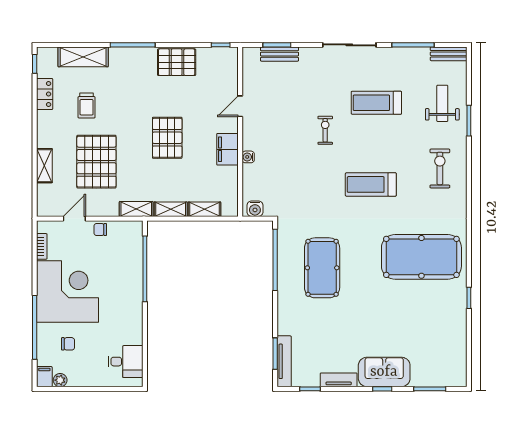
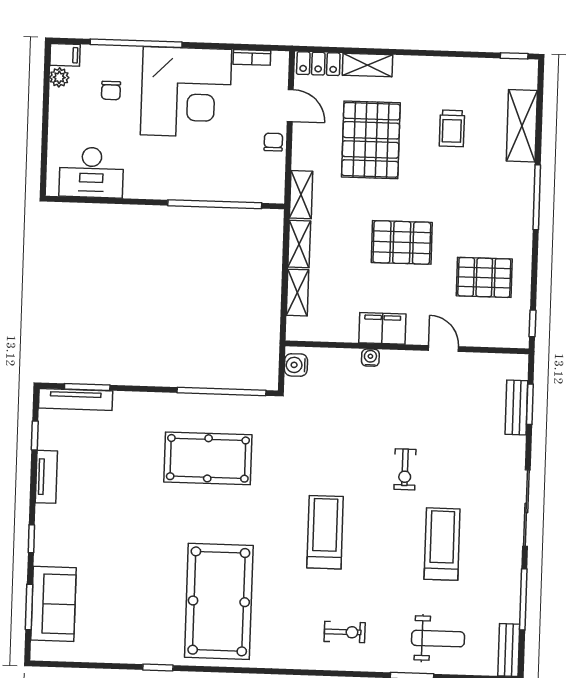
pallet: (177, 62) -> (484, 277), moved, turned 90
locker: (45, 94) -> (318, 64), moved
trolley: (87, 105) -> (452, 128), turned -90
exercise bike: (325, 130) -> (405, 469), turned 90
pallet: (96, 162) -> (371, 140), turned 90
exercise bike: (440, 168) -> (345, 632), width x0.73, depth x0.72
desk: (126, 362) -> (91, 172), width x1.37
sofa: (384, 372) -> (54, 604), moved

